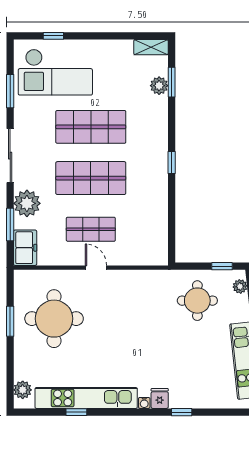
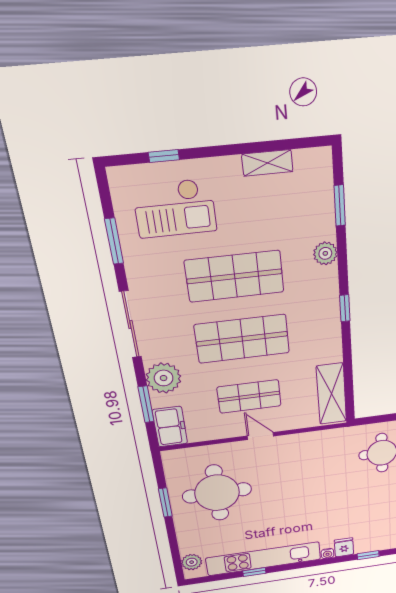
shelving: (151, 47) -> (267, 163), moved
checkout: (55, 72) -> (175, 208), width x0.73, depth x0.83
plant: (159, 86) -> (325, 253), moved
shelving: (157, 236) -> (332, 394), added

